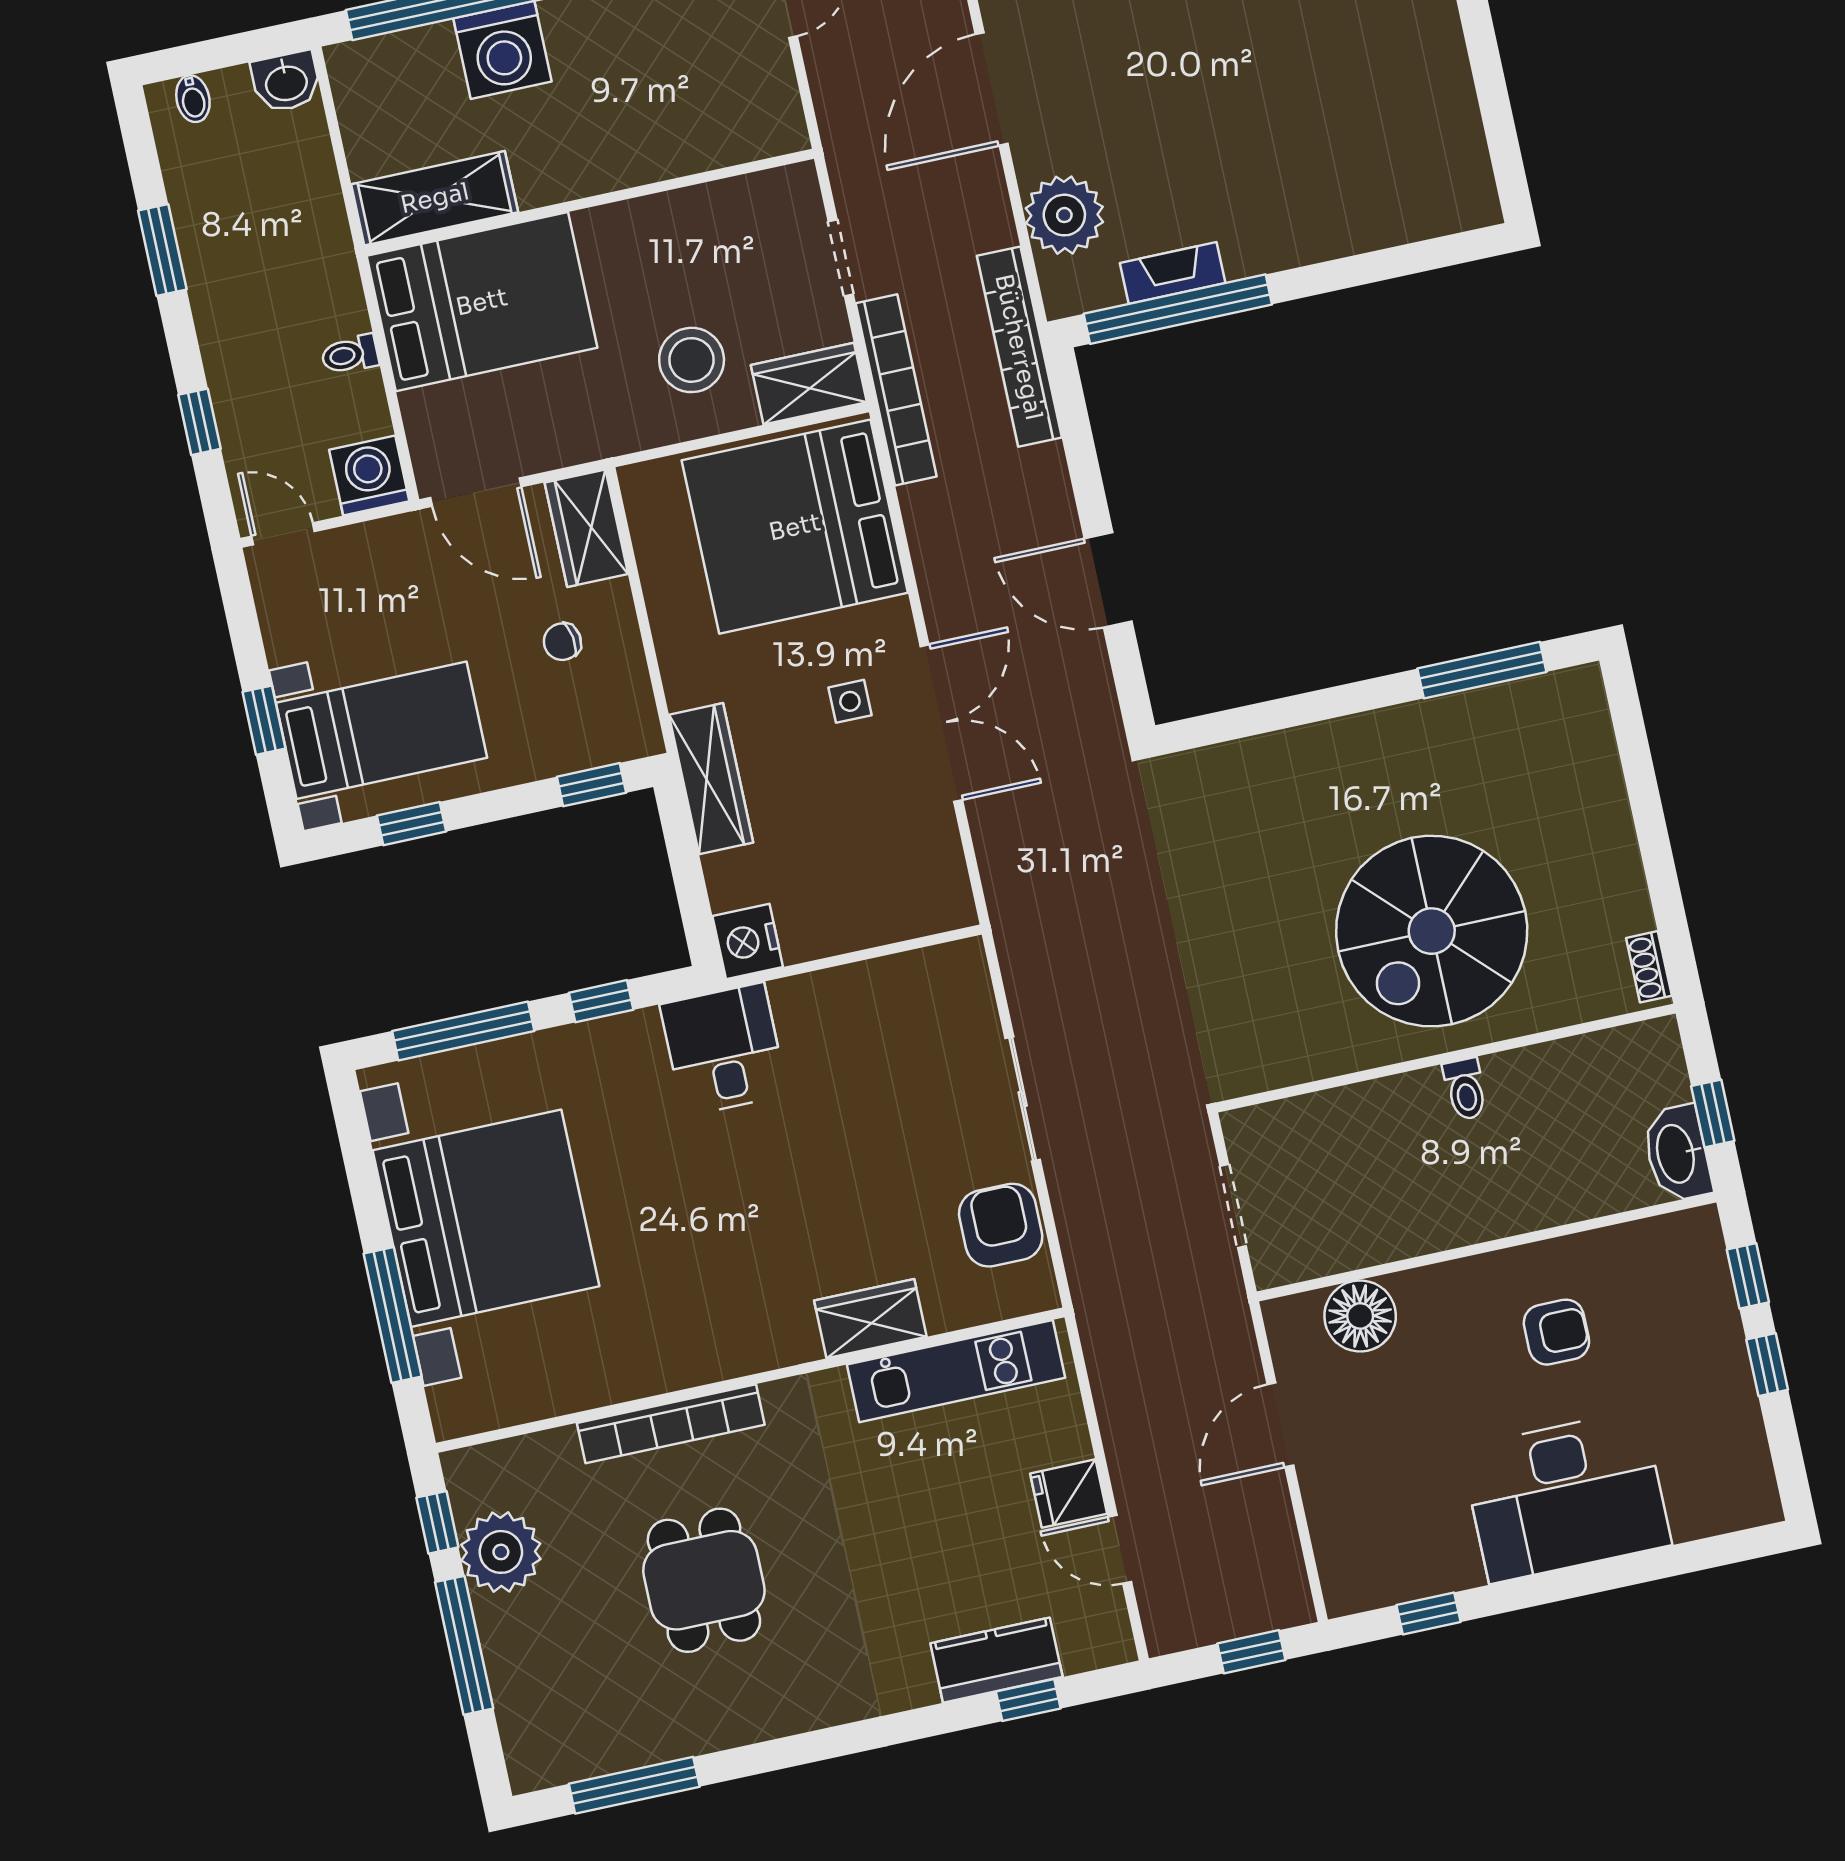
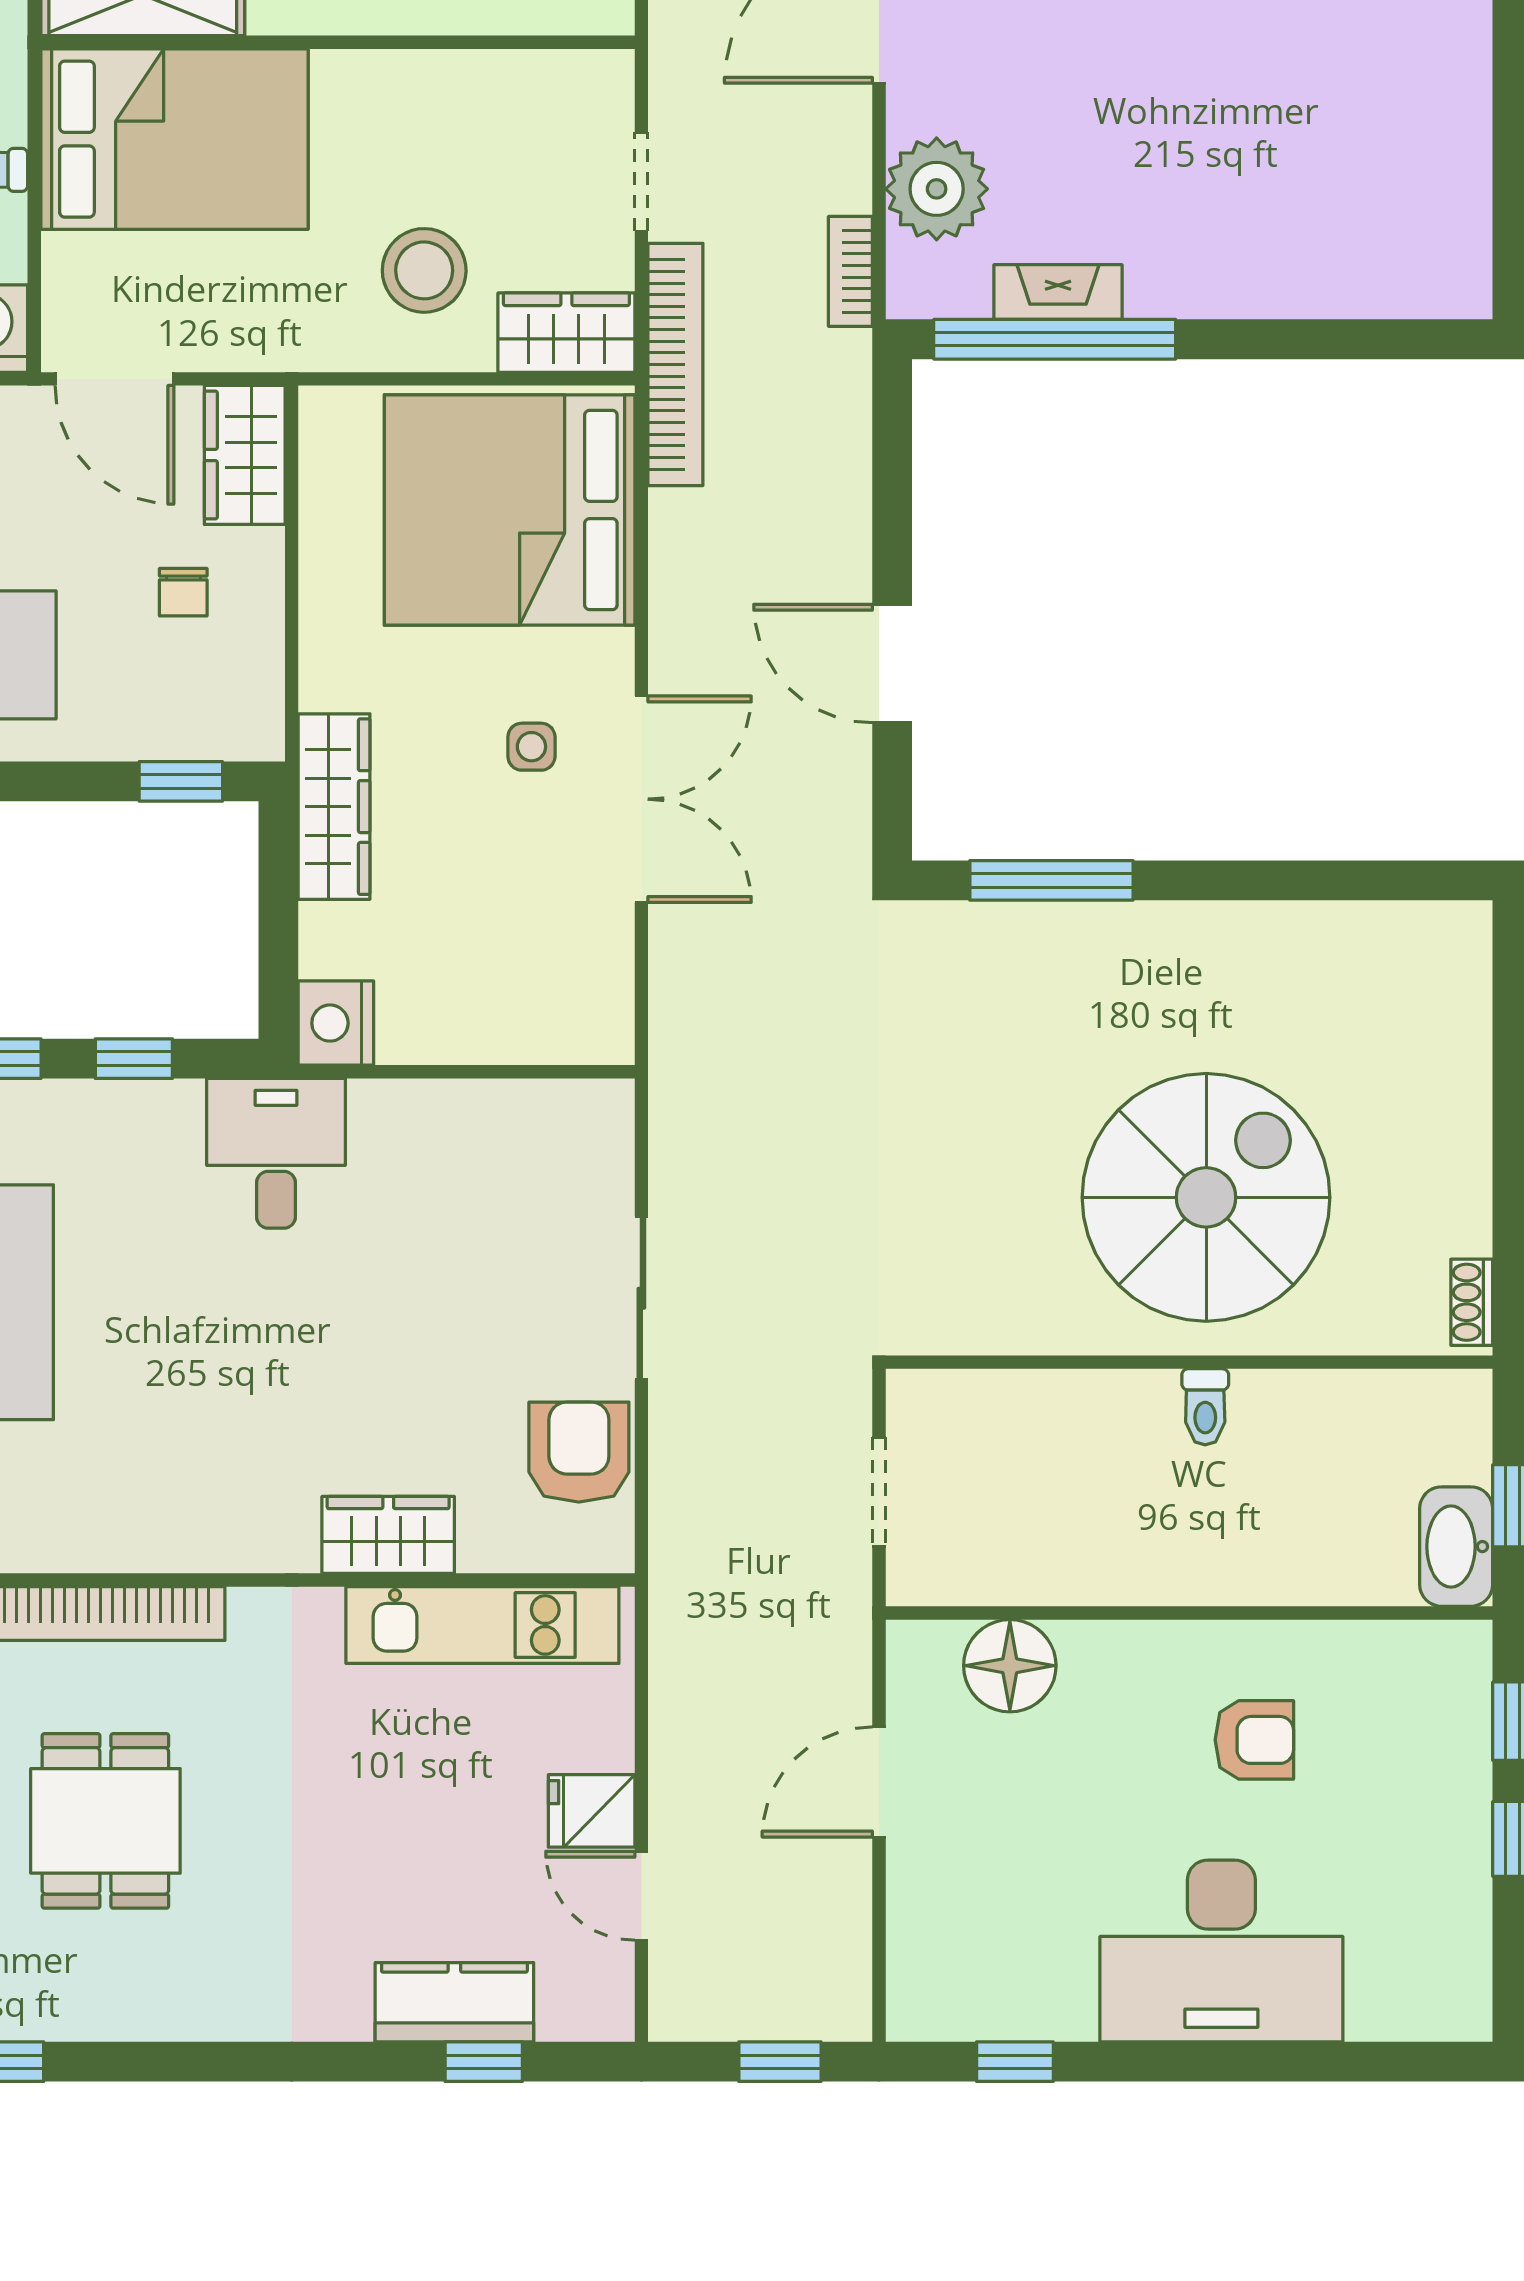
bookcase: (1019, 347) -> (850, 271), width x0.43, depth x0.76
chair: (562, 642) -> (183, 592), turned -82
window: (1482, 670) -> (1051, 880), moved
spiral stairs: (1432, 931) -> (1206, 1197), turned 180

